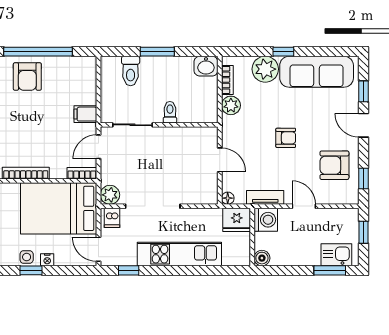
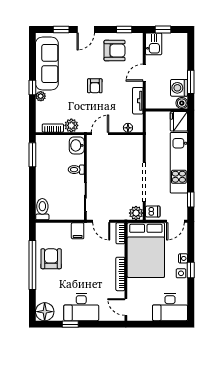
window: (157, 52) -> (32, 155), moved
washbasin: (206, 66) -> (77, 145), moved, turned 180
plant: (265, 69) -> (41, 96), width x0.53, depth x0.53
toilet: (131, 71) -> (42, 209), moved, turned -90
armchair: (27, 76) -> (51, 259), moved, turned -90
armchair: (286, 138) -> (95, 86), turned 180
door: (220, 160) -> (100, 134), moved
armchair: (334, 165) -> (115, 51), turned -90
floor lamp: (228, 198) -> (128, 128), moved
fridge: (237, 220) -> (179, 121), moved, turned 180
washing machine: (266, 220) -> (179, 88), moved, turned -90
kitchen sink: (336, 255) -> (154, 44), moved, turned 180
window: (330, 270) -> (191, 82), moved

